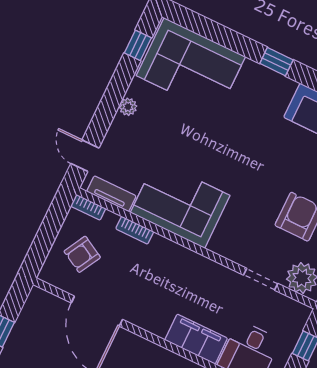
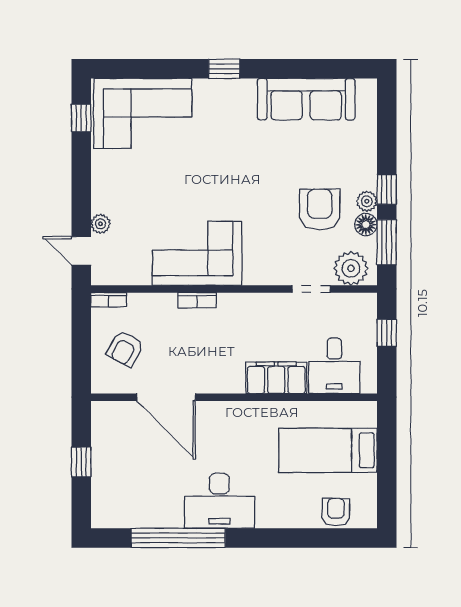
plant: (128, 107) -> (100, 224), moved
tv unit: (111, 194) -> (125, 276), removed
bookcase: (135, 230) -> (197, 300), moved

